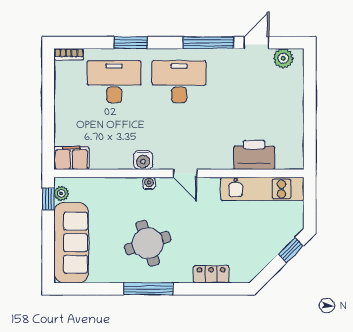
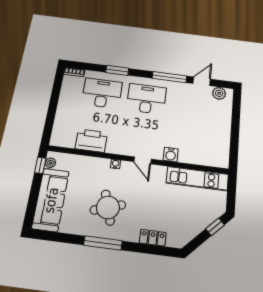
printer: (254, 155) -> (91, 141), moved
filing cabinet: (71, 158) -> (63, 139), removed
water cooler: (143, 160) -> (171, 155), moved

